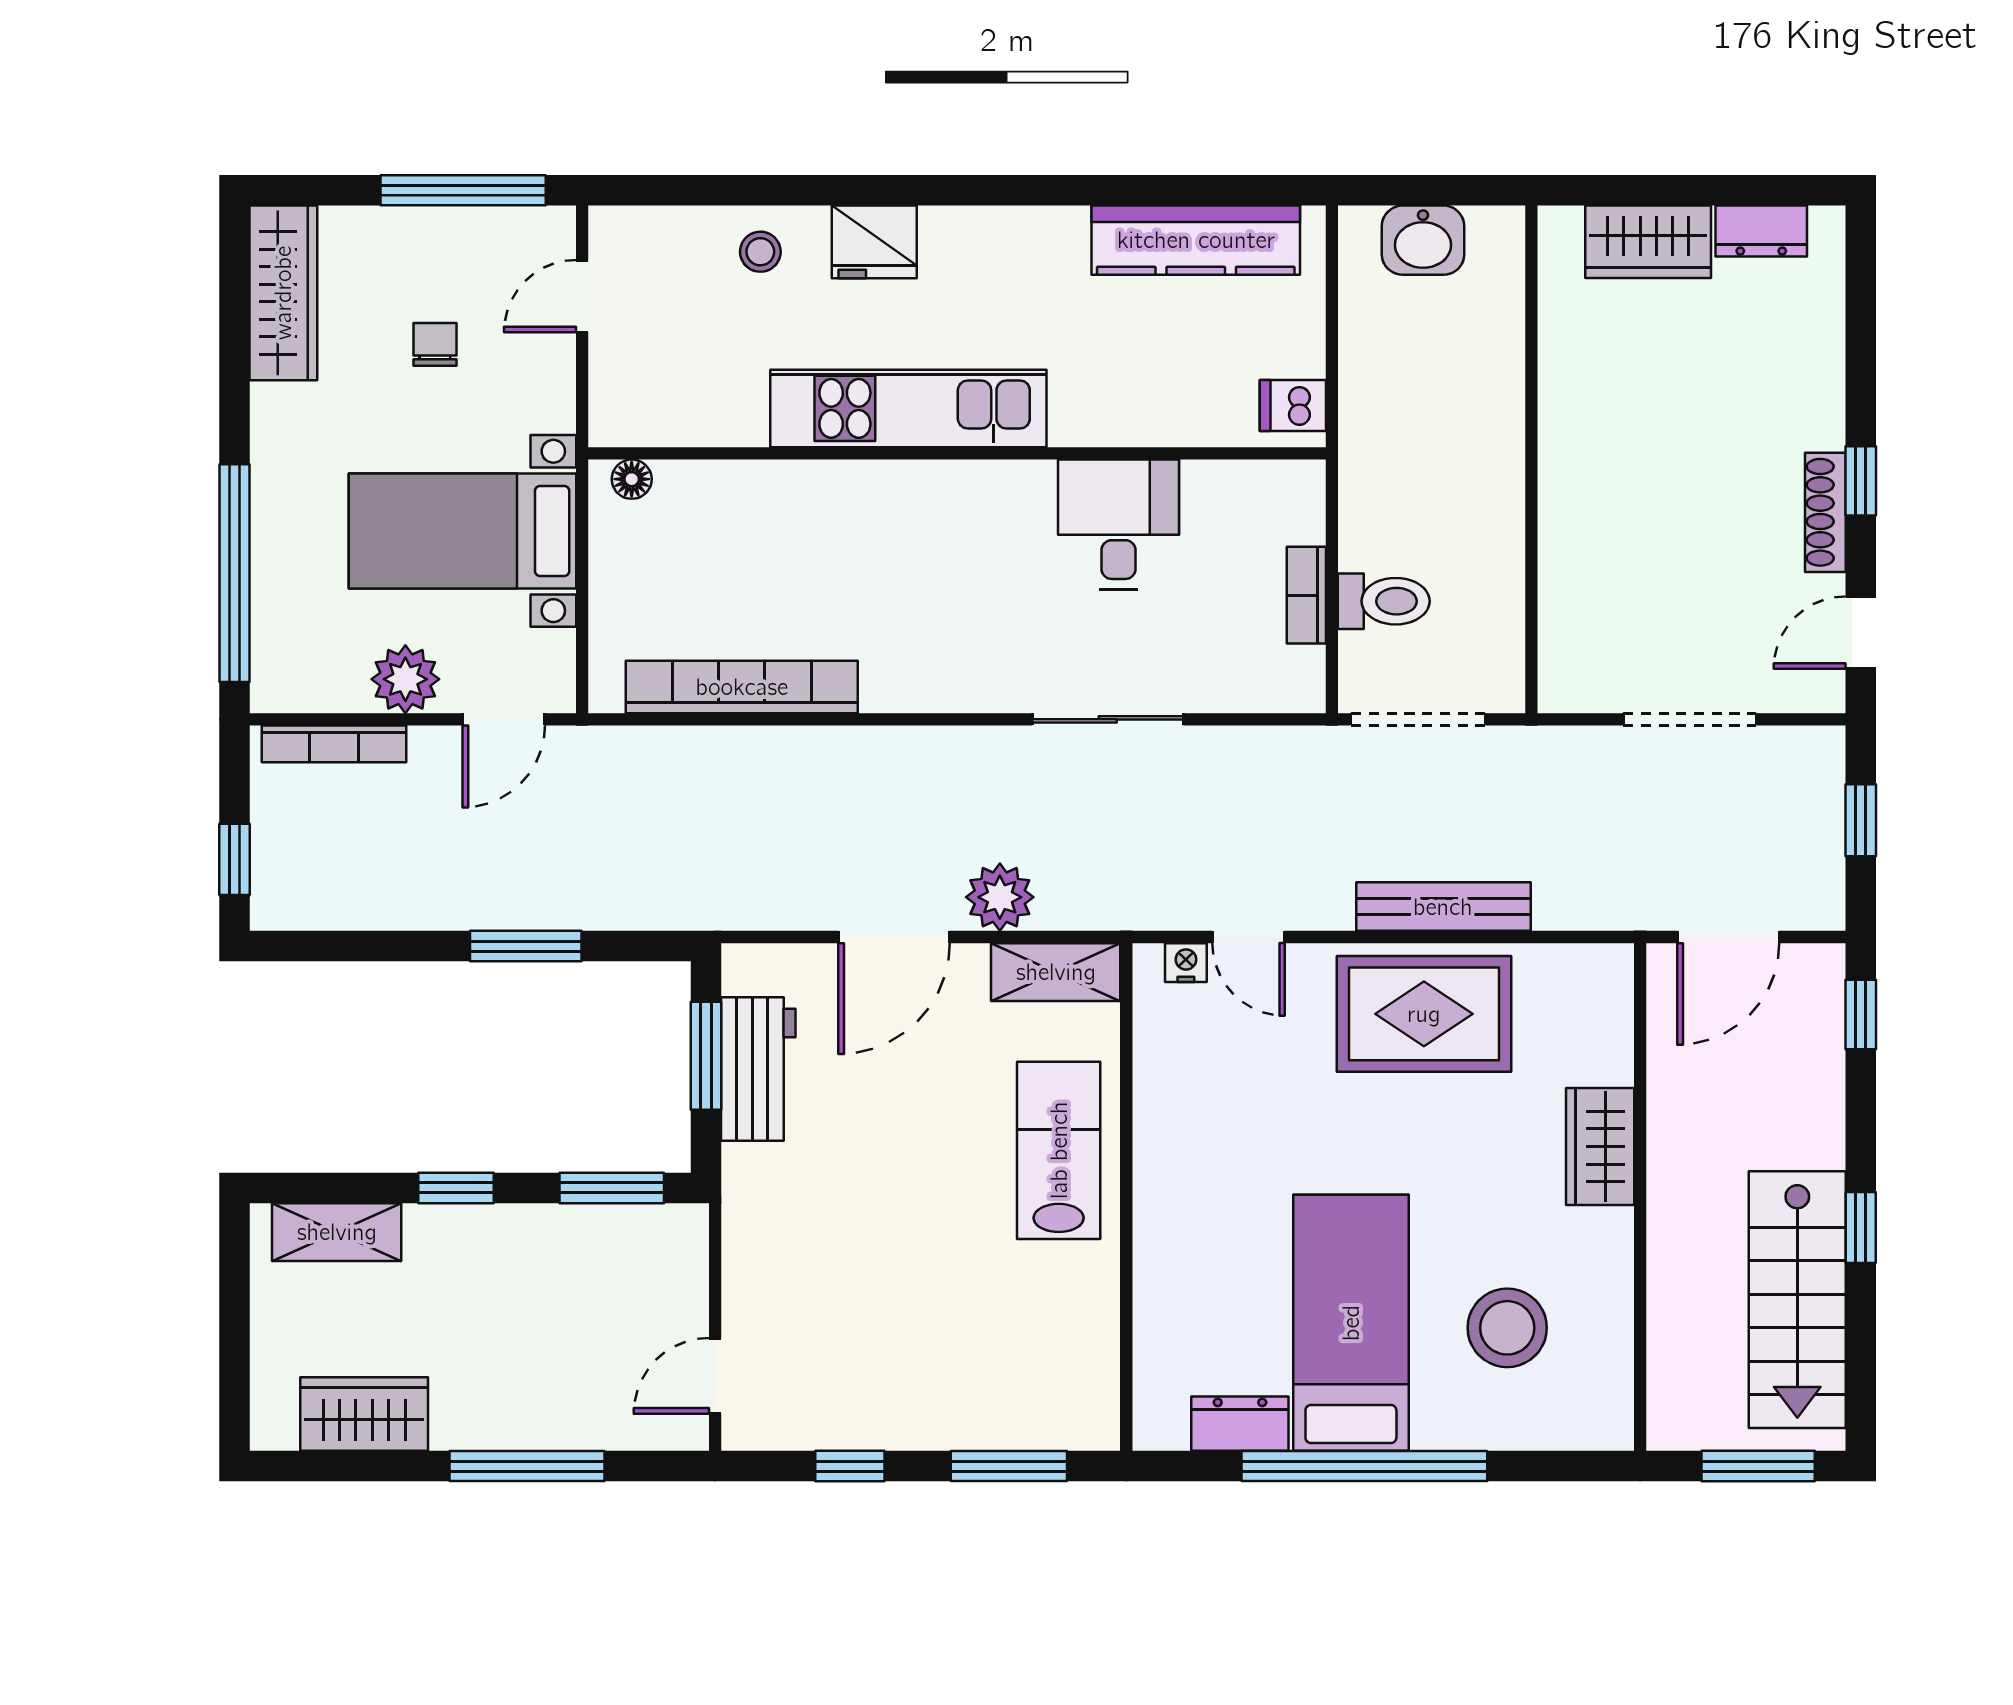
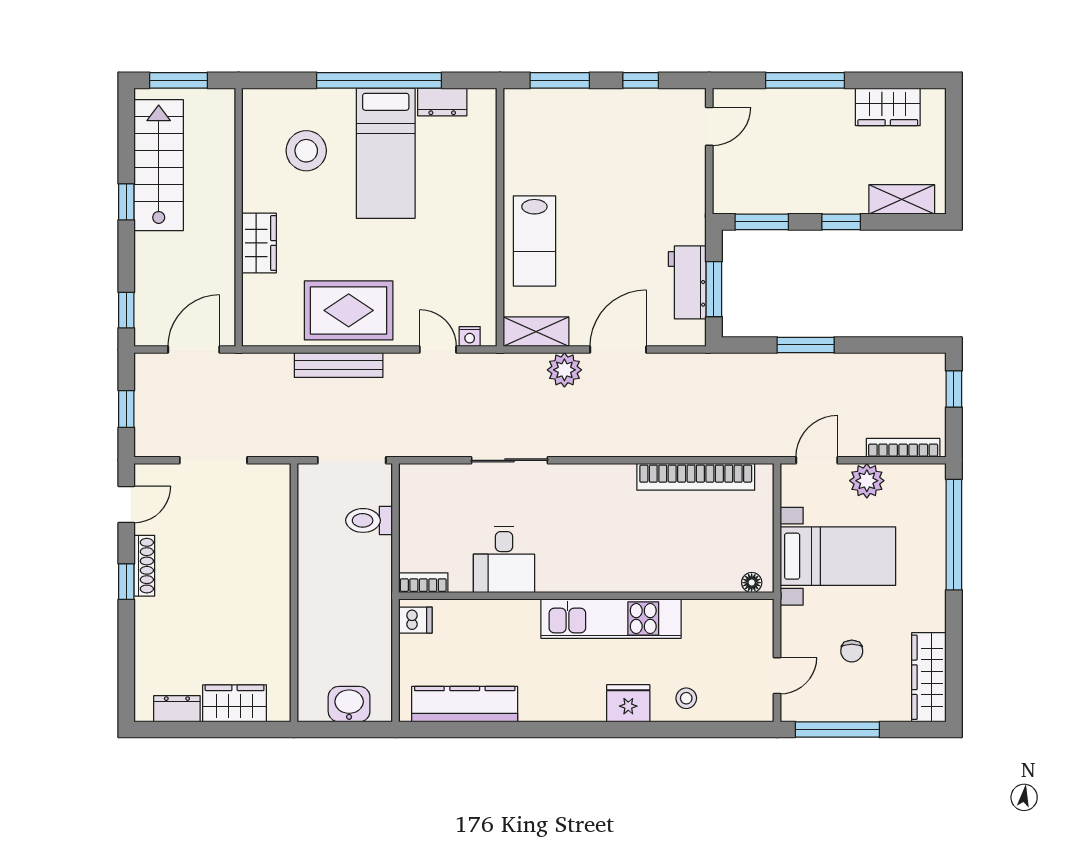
bookcase: (1306, 595) -> (423, 583), moved, turned -90

